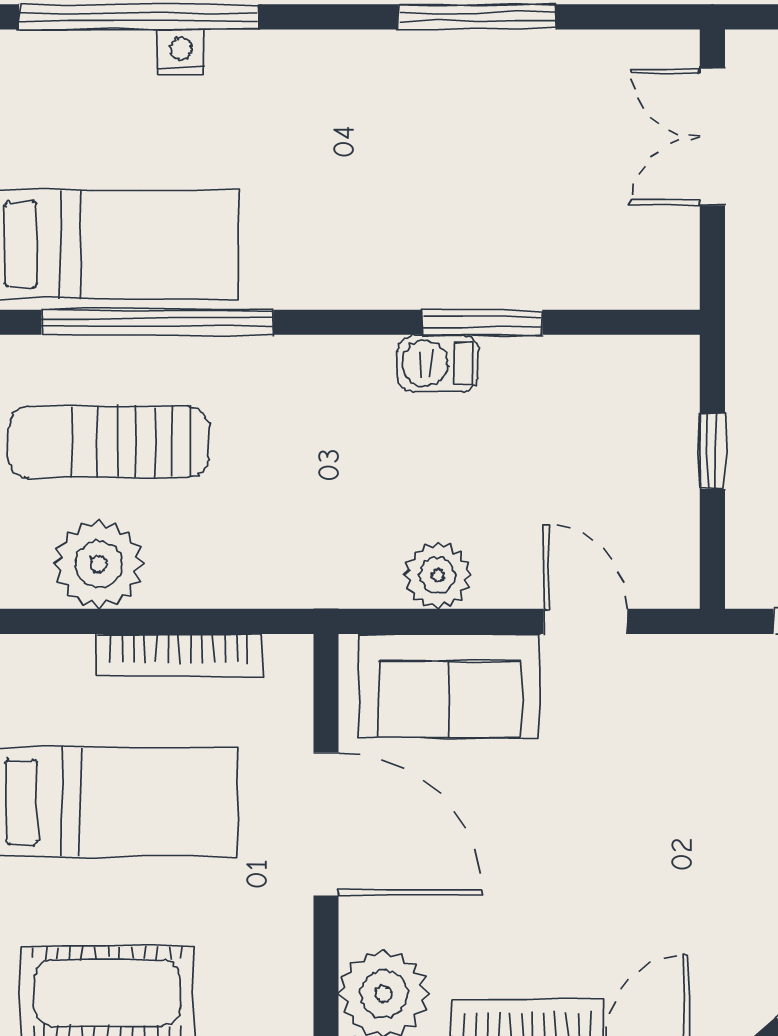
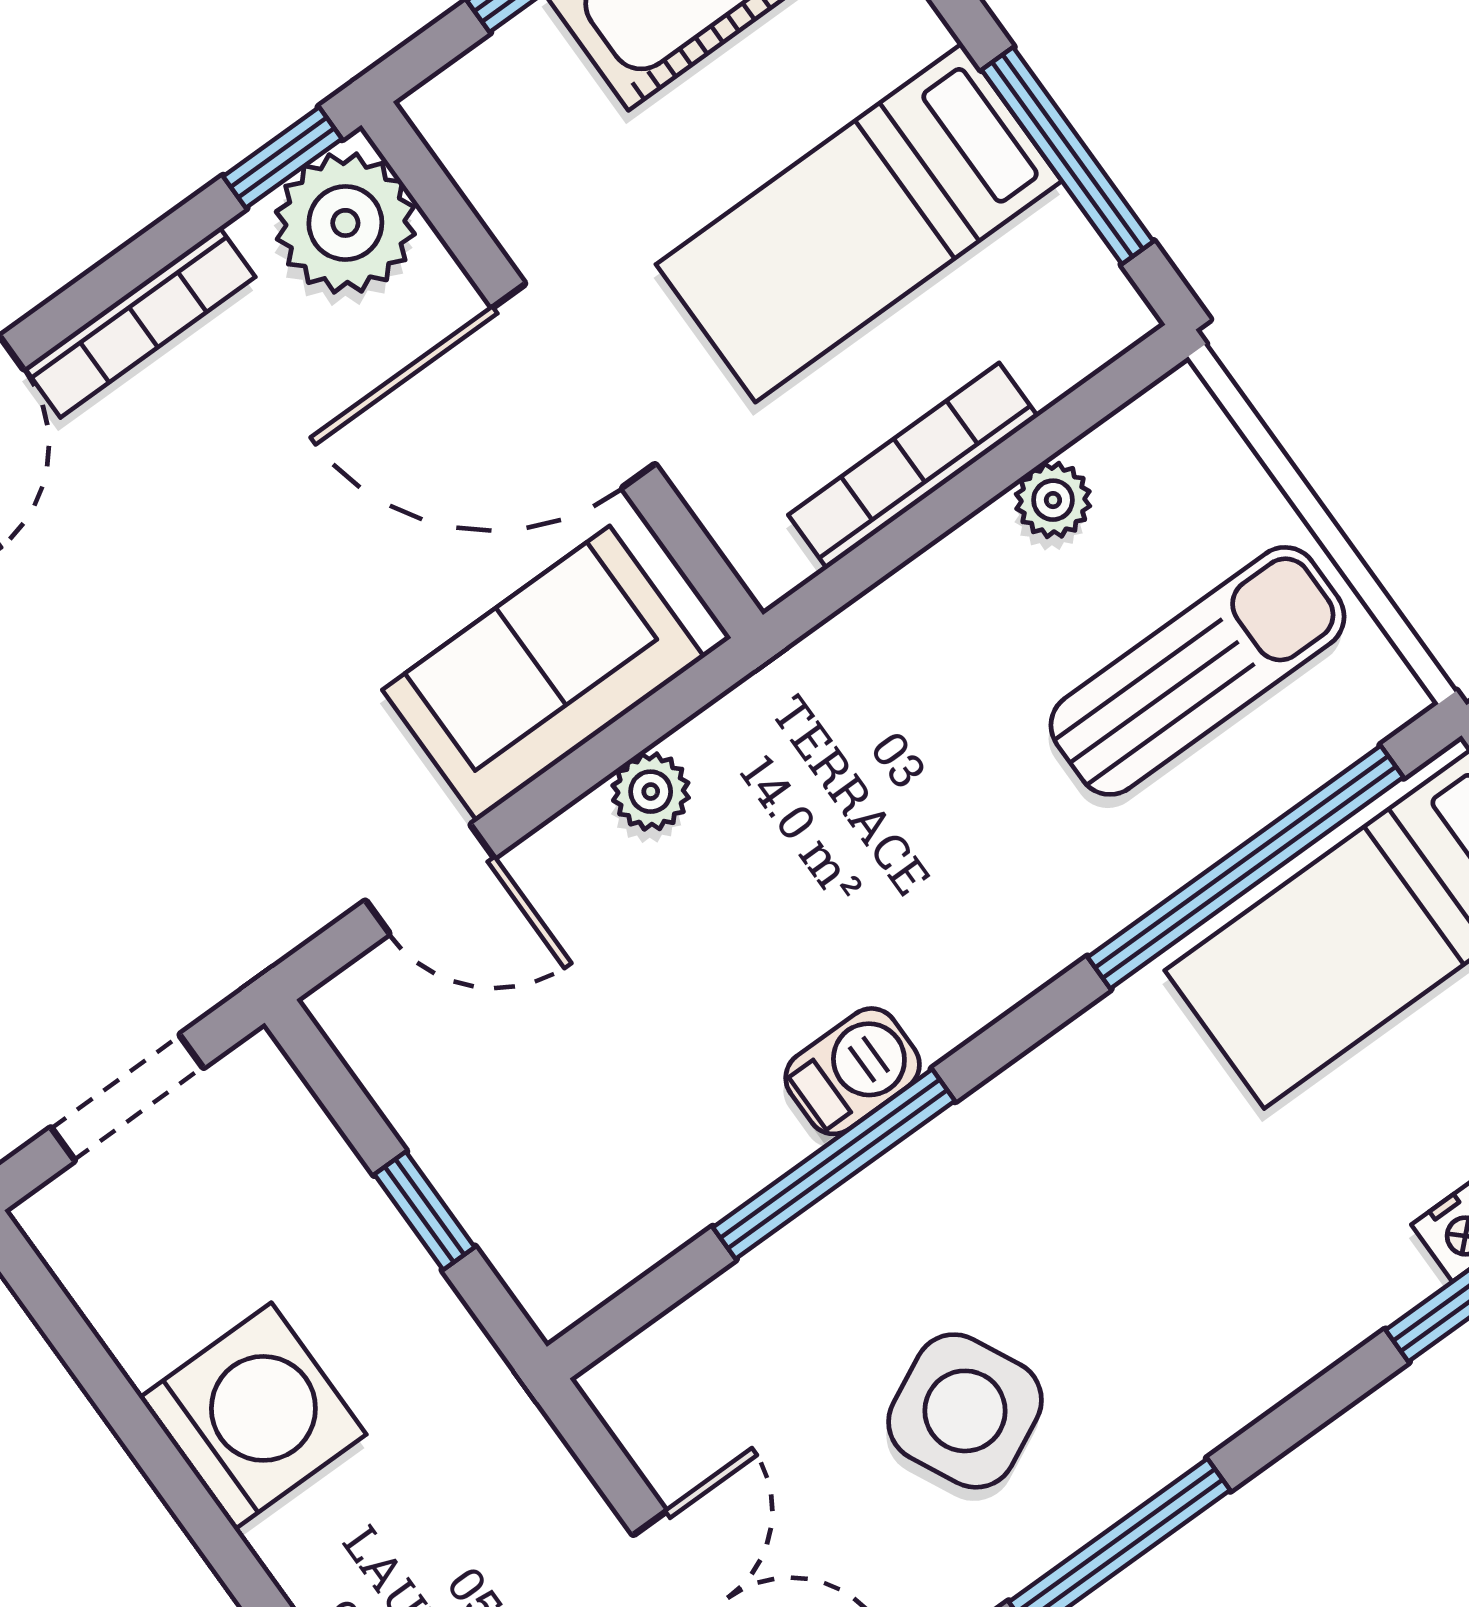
side table: (507, 145) -> (965, 1411), added
window: (482, 322) -> (834, 1164), width x1.44
plant: (99, 564) -> (1053, 500), width x0.53, depth x0.53
plant: (438, 575) -> (651, 792), width x0.73, depth x0.73

